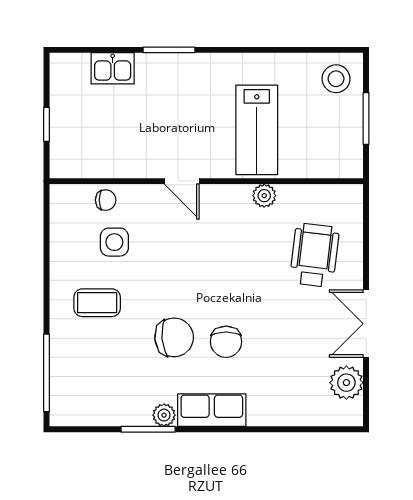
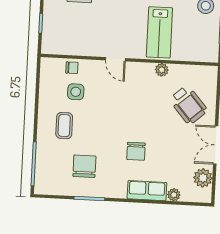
wheelchair: (314, 255) -> (188, 105), turned 132
coffee table: (97, 303) -> (64, 126), turned 90
chair: (174, 337) -> (84, 166), moved, turned -85
row of seats: (212, 410) -> (147, 191), moved
plant: (164, 415) -> (174, 195), moved

